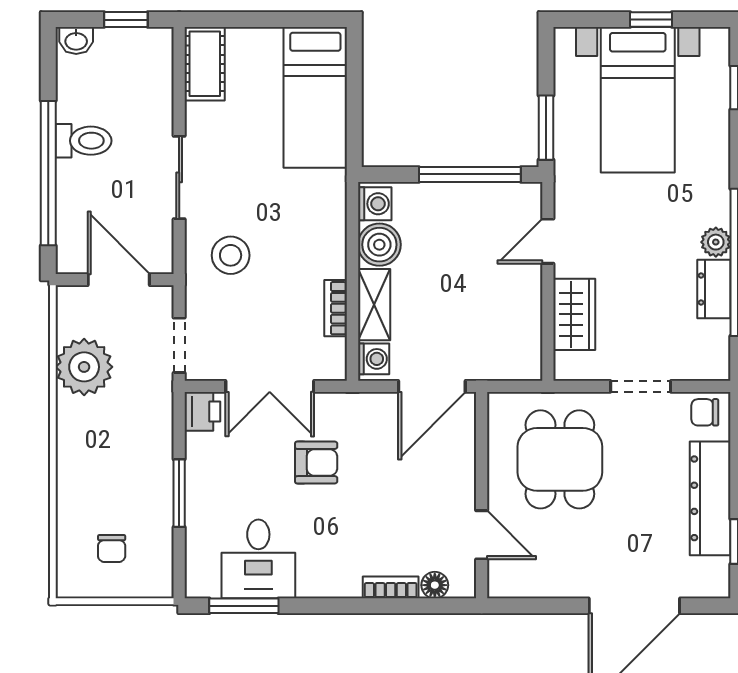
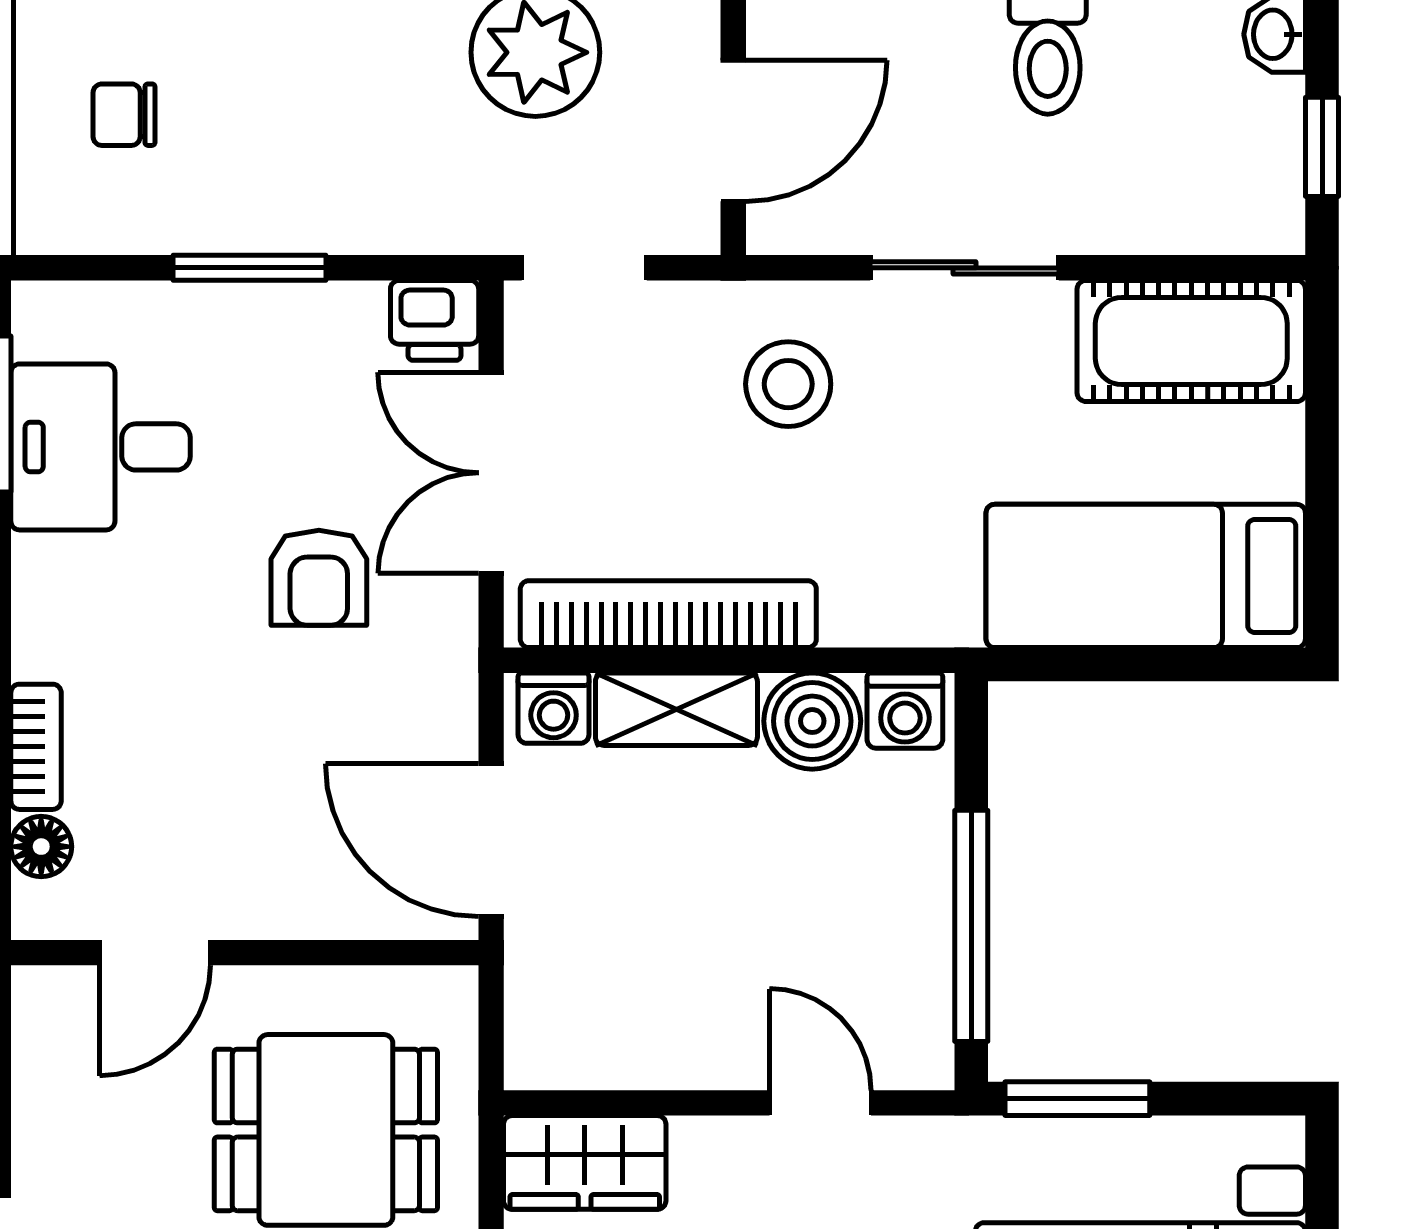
cot: (205, 64) -> (1191, 341), width x1.37, depth x1.34
bookcase: (336, 308) -> (668, 614), width x2.31, depth x1.31
wardrobe: (574, 314) -> (585, 1162), moved

